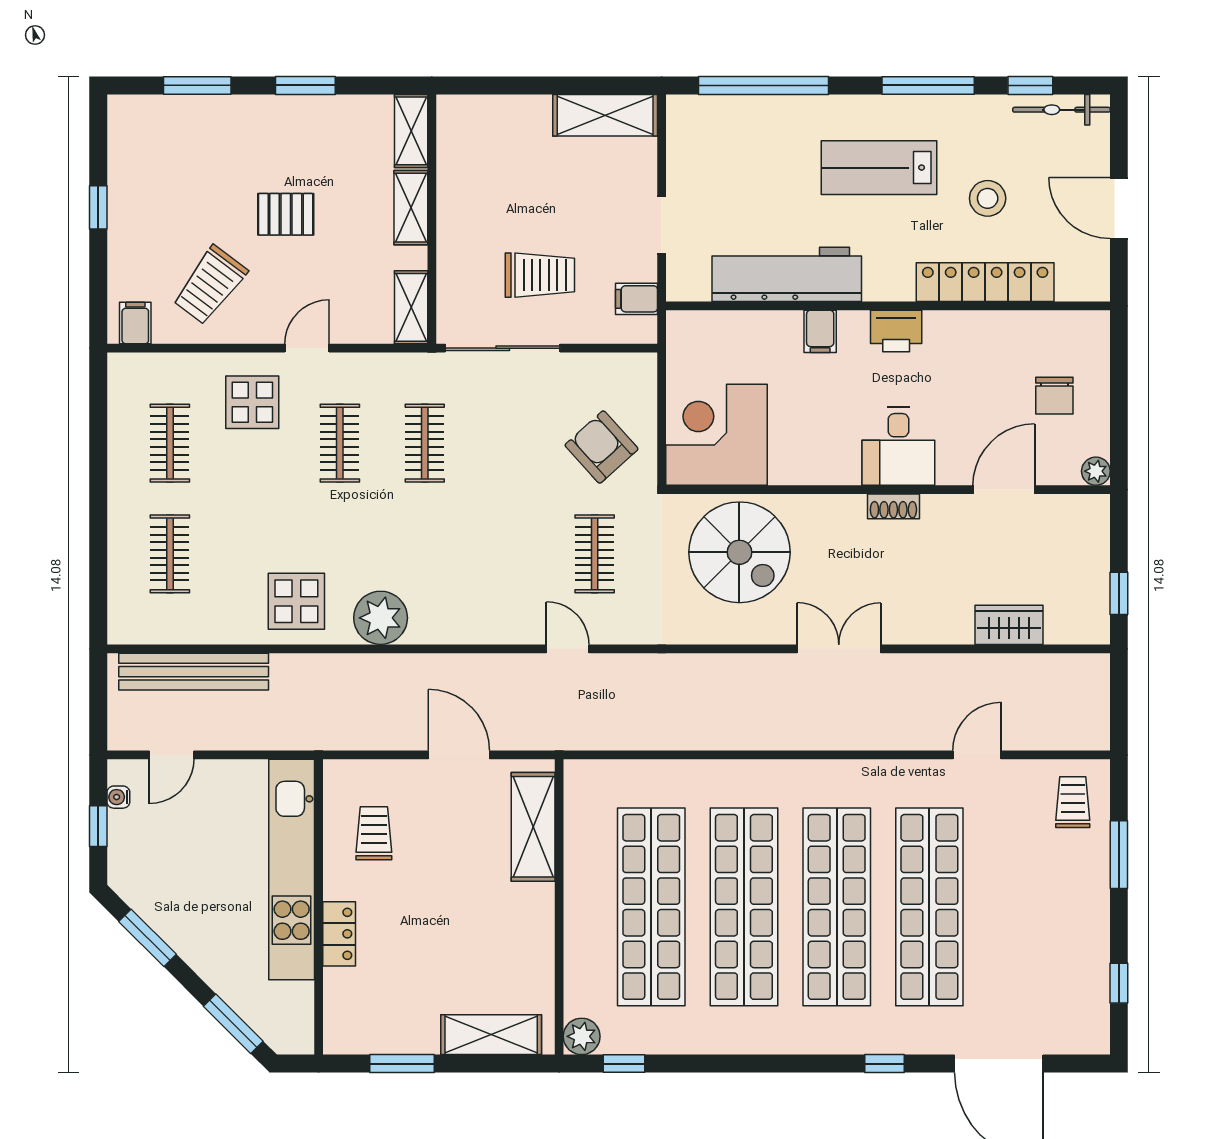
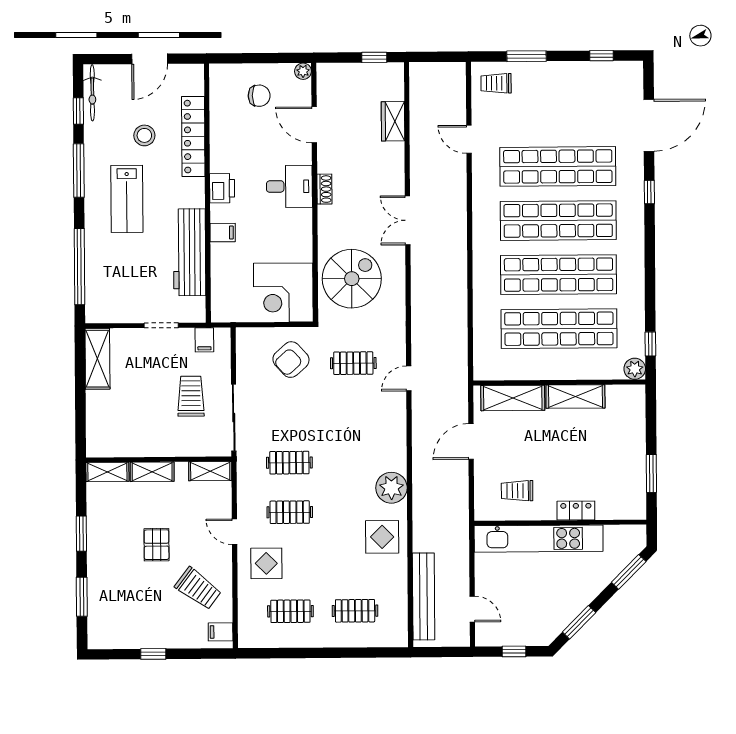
water cooler: (118, 797) -> (497, 640), removed
shelving: (491, 1035) -> (575, 397), moved, turned 90

